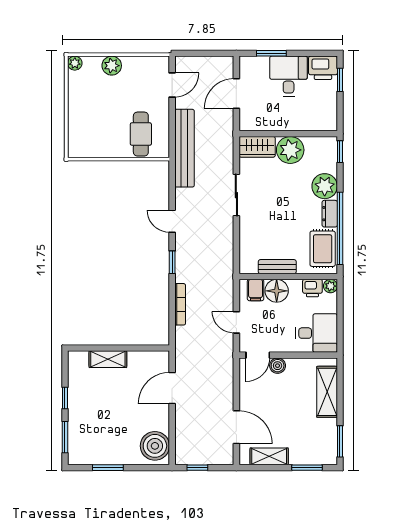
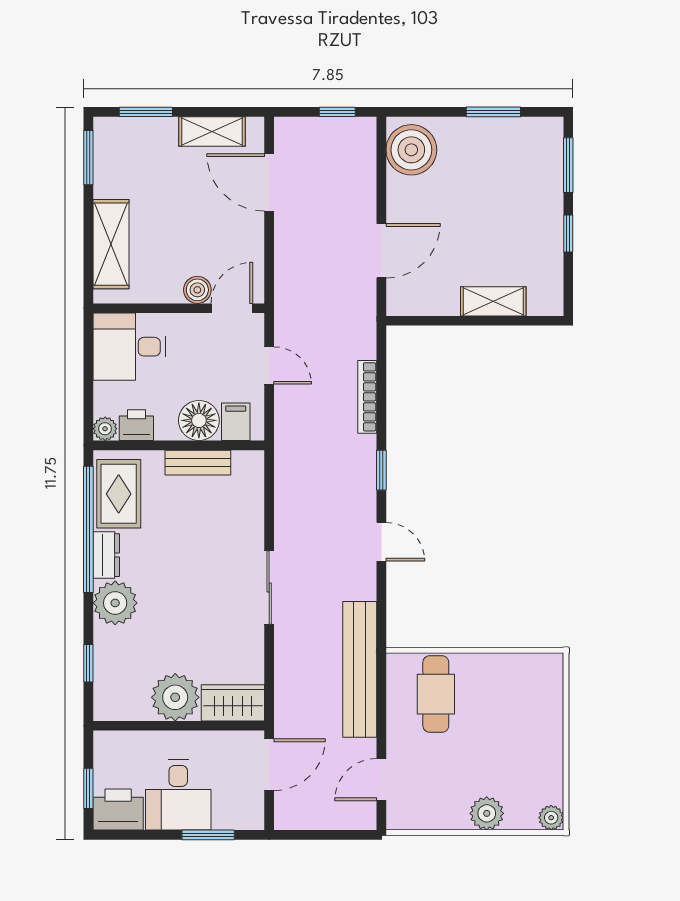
wall: (288, 134) -> (179, 726), moved
wardrobe: (257, 147) -> (233, 703), moved
plant: (290, 150) -> (175, 697), moved

